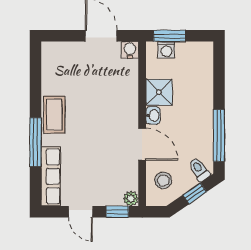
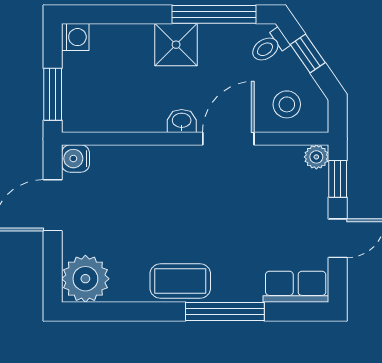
washing machine: (166, 50) -> (75, 37), moved
plant: (56, 56) -> (85, 279), added
shower: (159, 92) -> (176, 45), moved
row of seats: (51, 176) -> (296, 287), width x0.68

